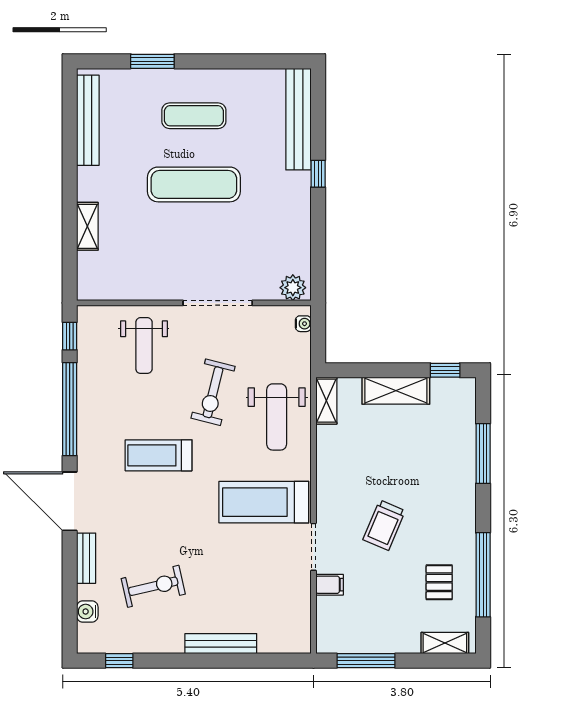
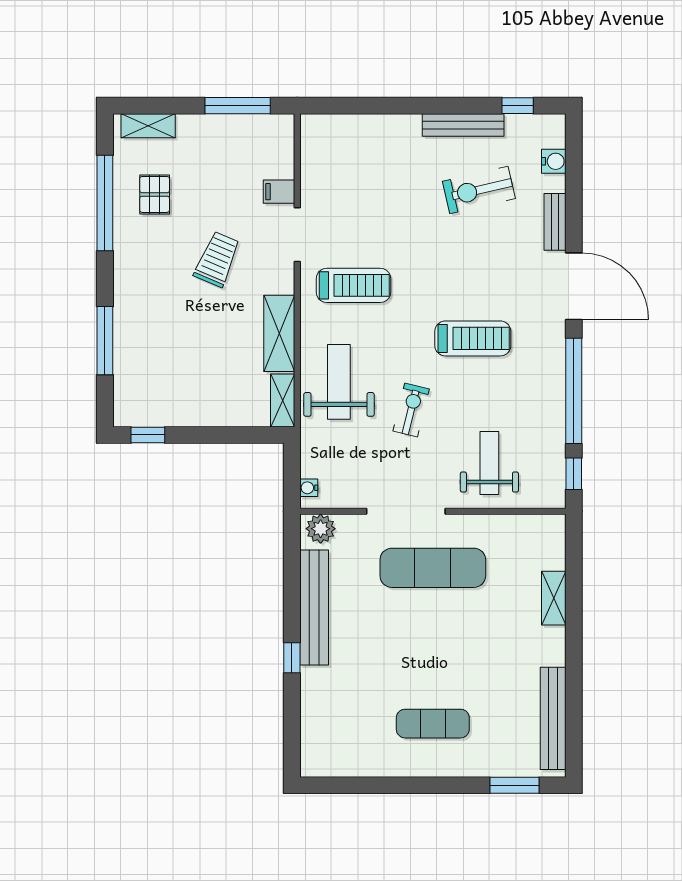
window: (152, 61) -> (514, 785), moved
bench: (299, 119) -> (314, 608), moved
exercise mat: (194, 184) -> (433, 568), moved
shelving: (396, 391) -> (279, 333), moved, turned 90
exercise bike: (213, 392) -> (411, 410), width x0.73, depth x0.72
treadmill: (264, 502) -> (353, 285), width x0.73, depth x0.73
bench: (221, 644) -> (463, 125), moved

